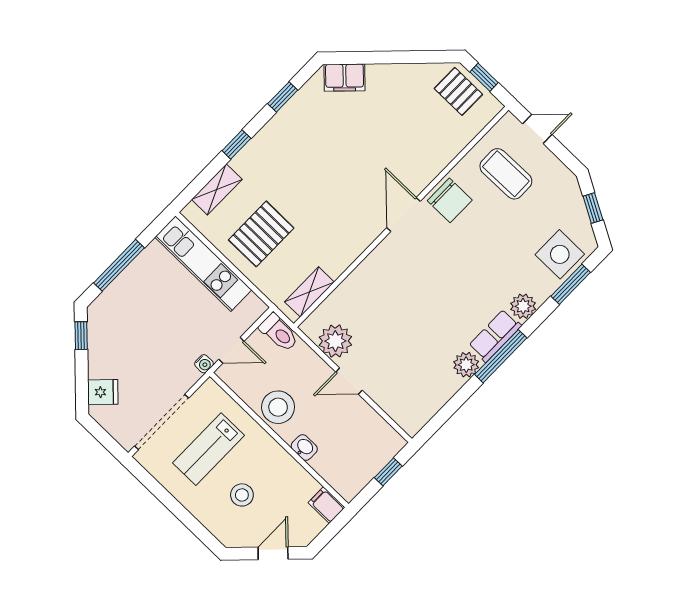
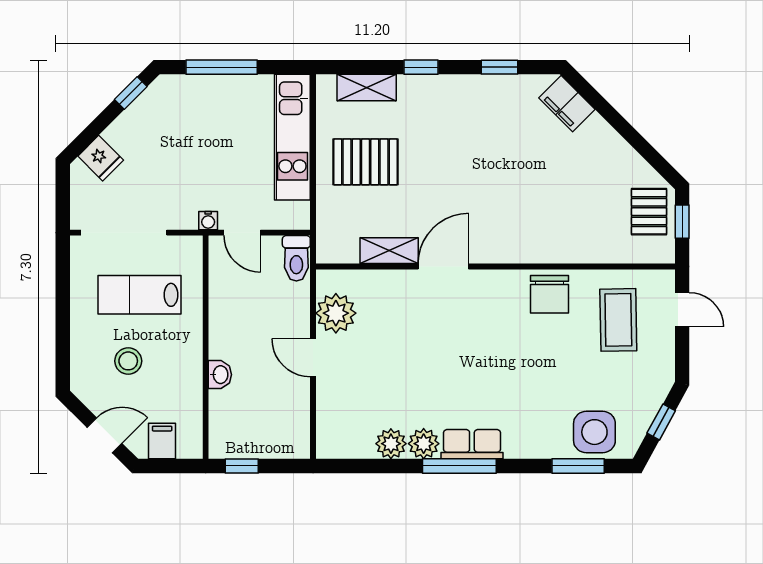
door: (403, 214) -> (443, 267), moved
shelving: (309, 292) -> (389, 251), moved
plant: (523, 306) -> (391, 444), moved
stool: (278, 407) -> (232, 319), removed
window: (388, 472) -> (242, 466), moved
filing cabinet: (327, 505) -> (162, 441), moved

